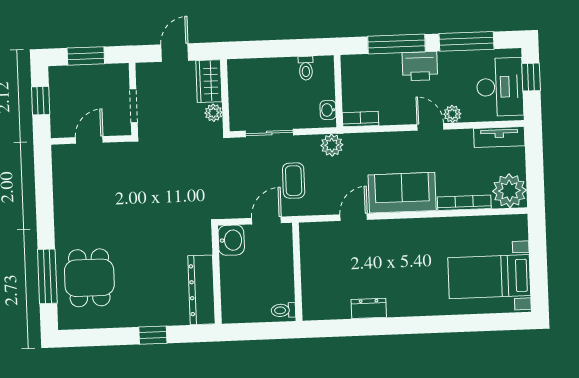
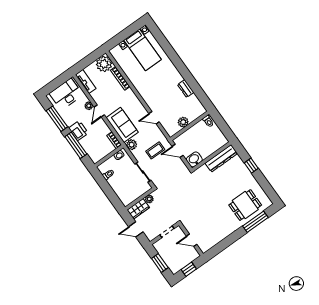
window: (531, 77) -> (54, 85), removed
sofa: (402, 193) -> (122, 125), moved, turned 180
plant: (312, 264) -> (183, 122), added

